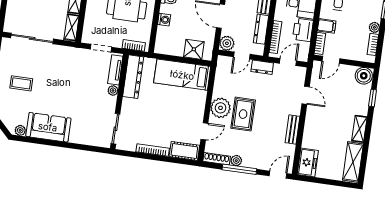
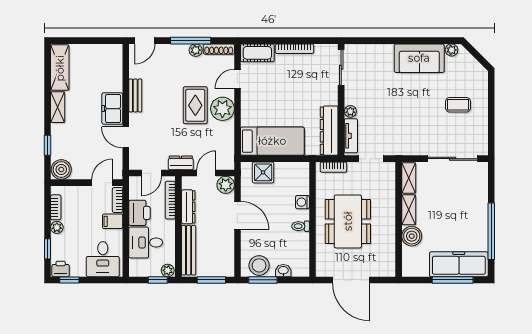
freezer: (308, 162) -> (112, 109), moved

